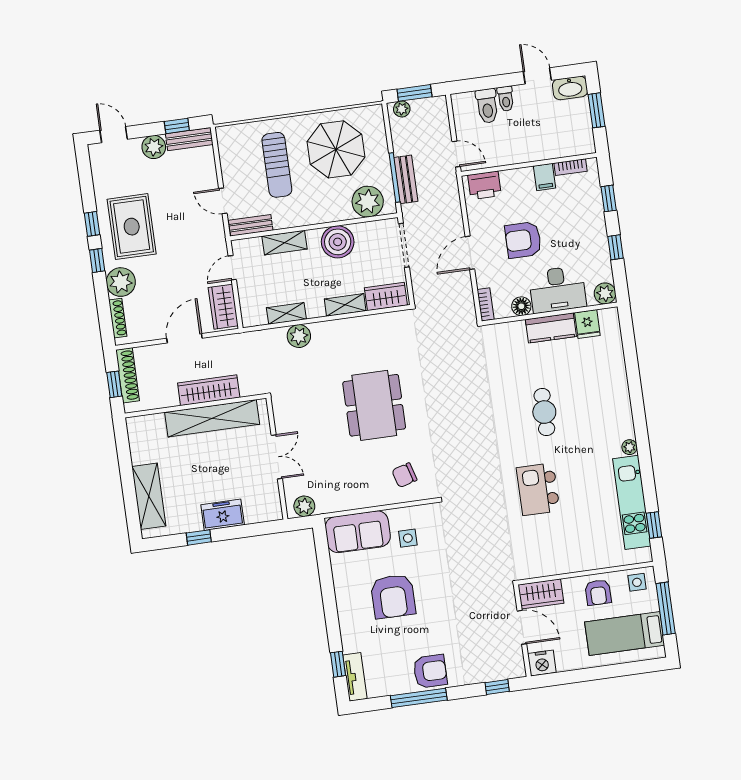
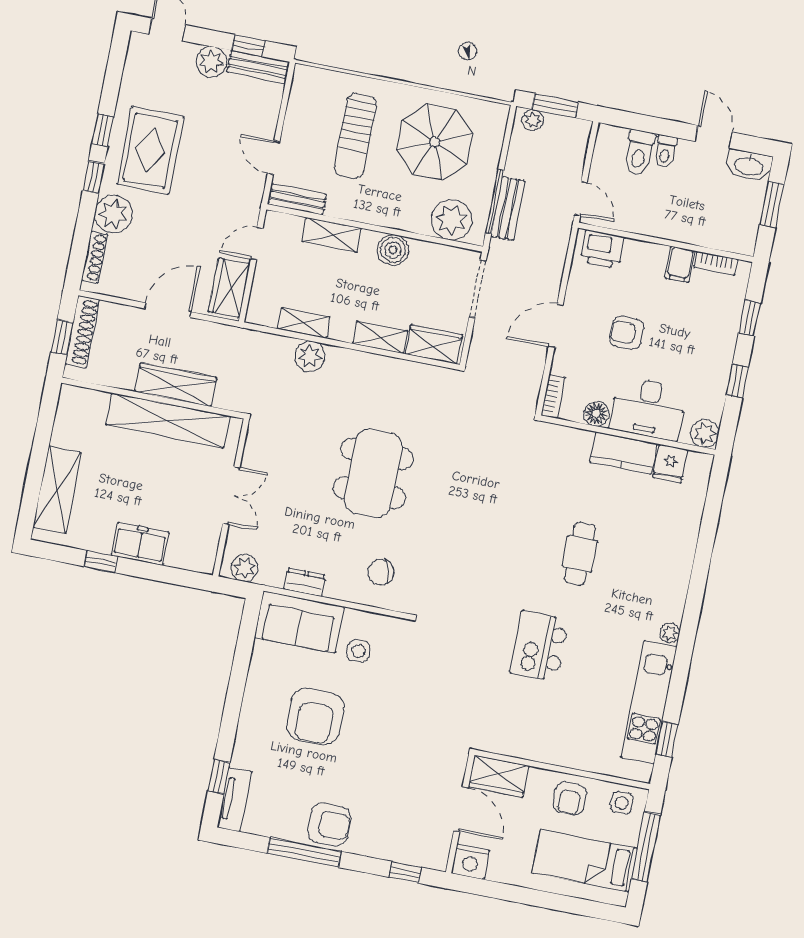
armchair: (523, 240) -> (627, 333), width x0.72, depth x0.72
boiler: (338, 242) -> (393, 250), width x0.73, depth x0.73
dresser: (352, 501) -> (305, 582), added

